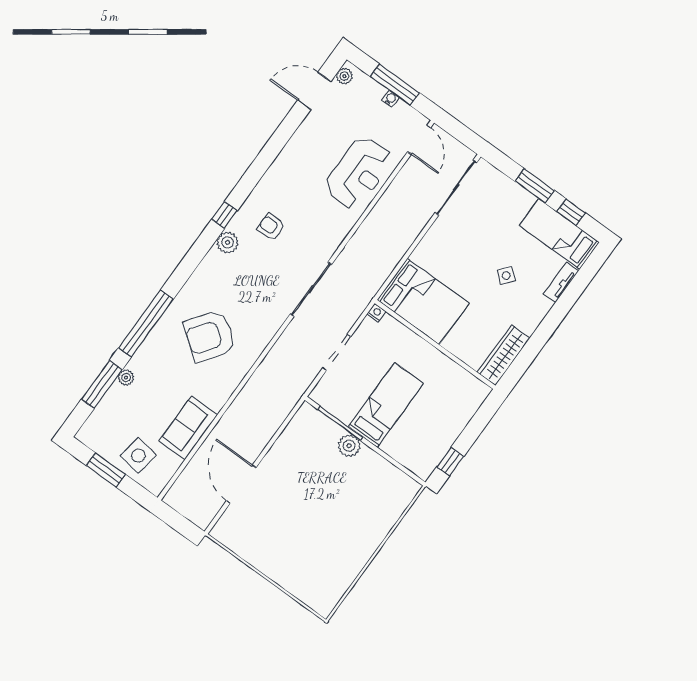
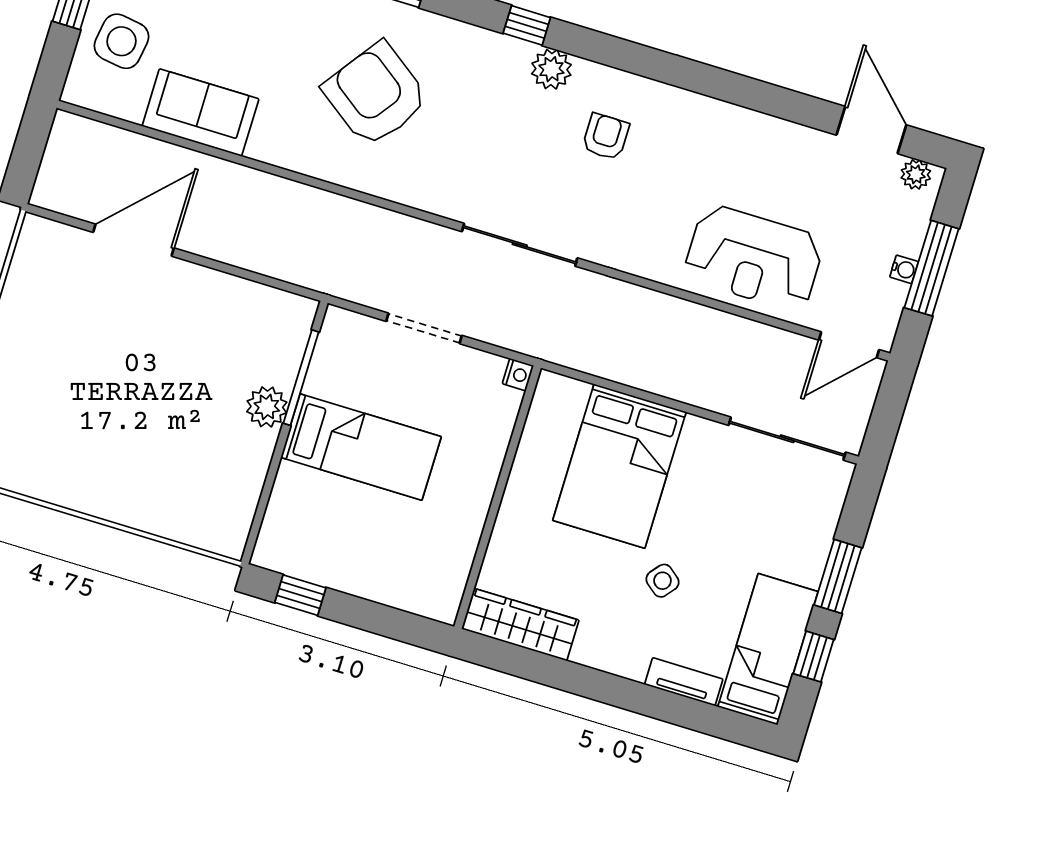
window: (224, 215) -> (527, 25), moved
bed: (423, 301) -> (619, 466), moved

